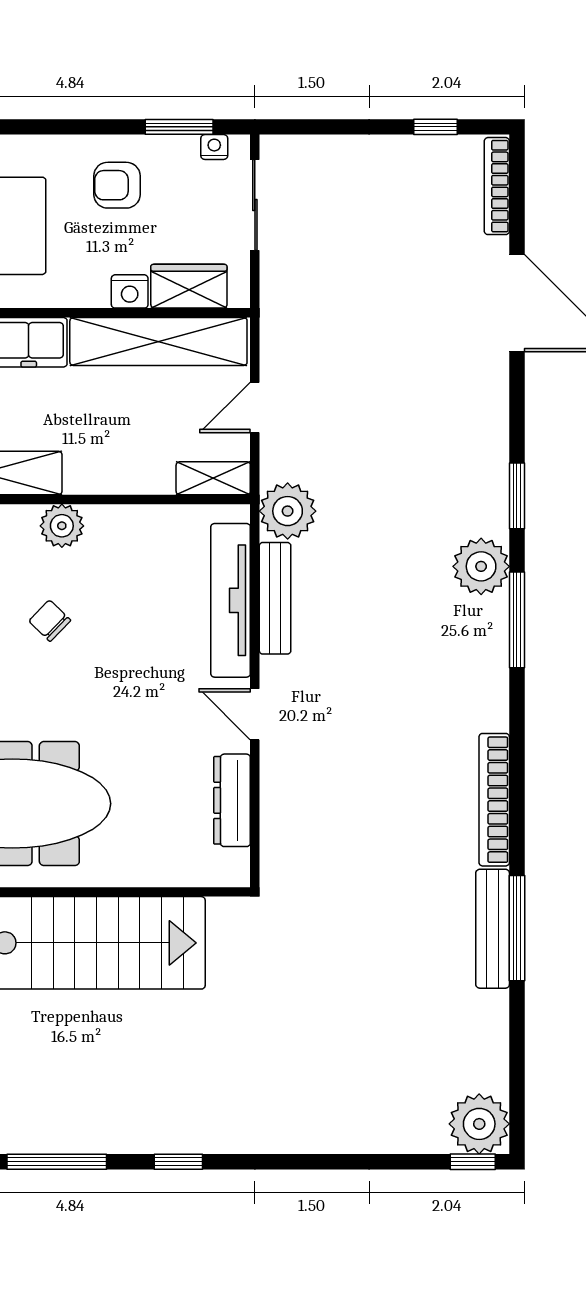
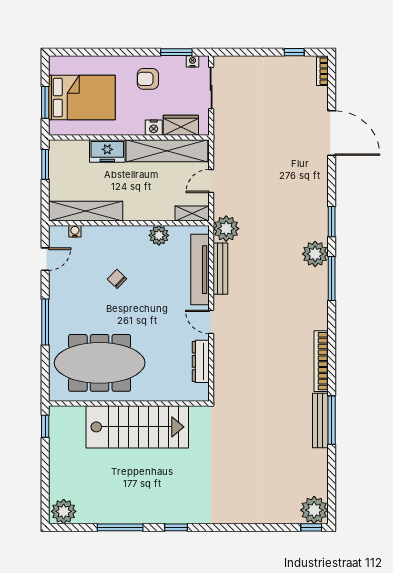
bookcase: (497, 186) -> (322, 71), width x0.64
plant: (62, 526) -> (159, 235), moved

